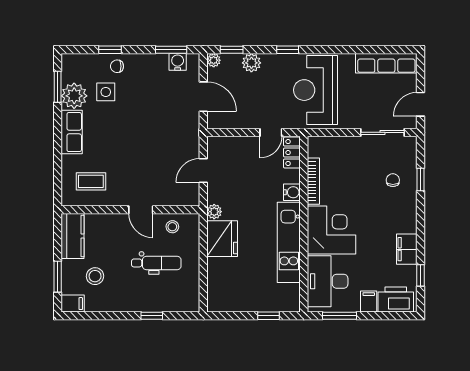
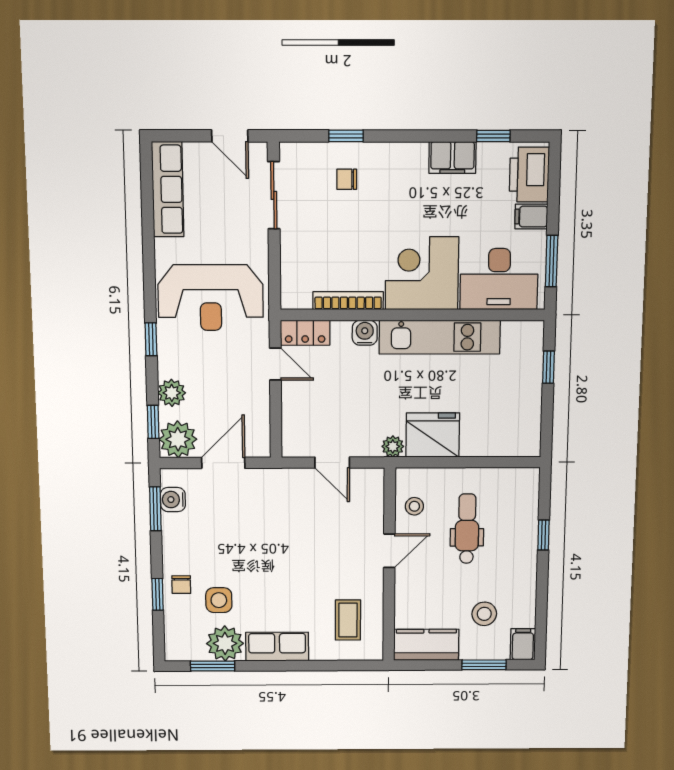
plant: (214, 60) -> (178, 439), width x1.88, depth x1.88

